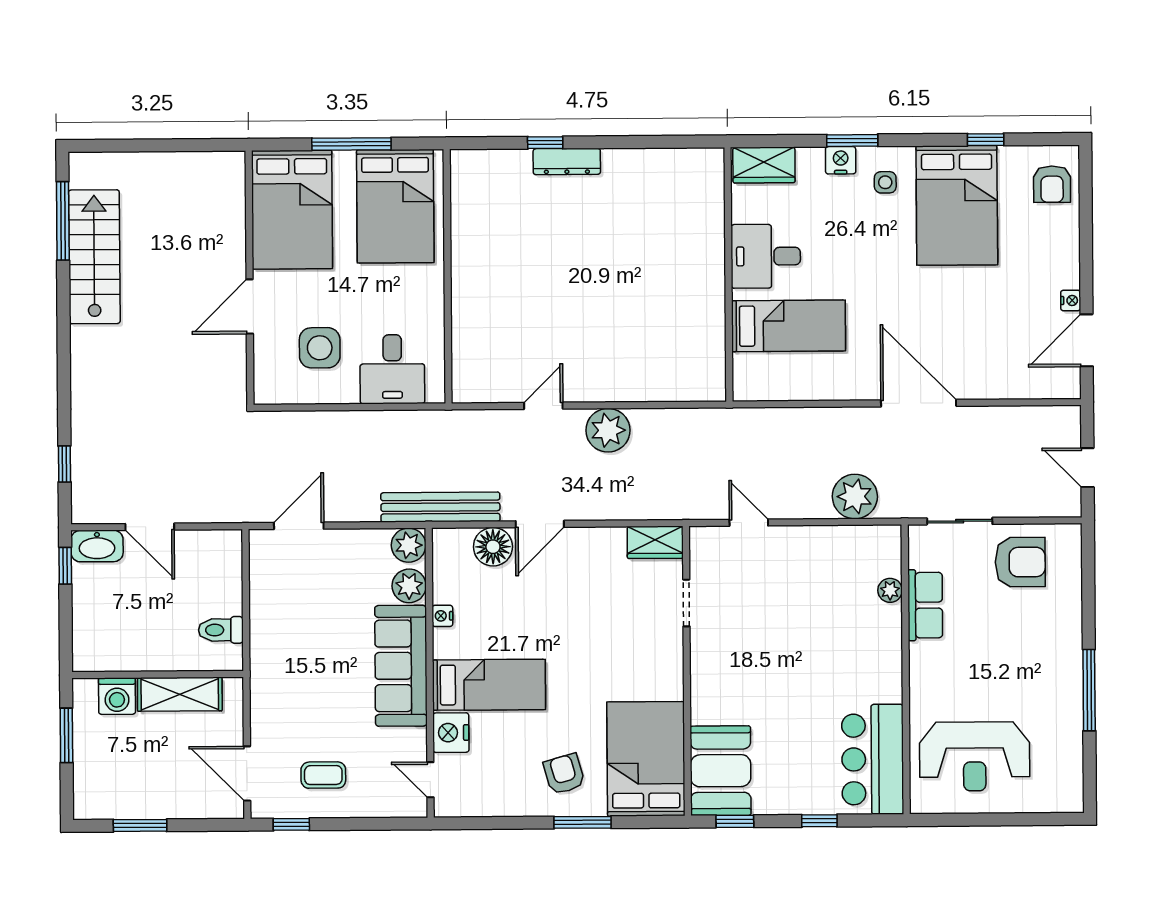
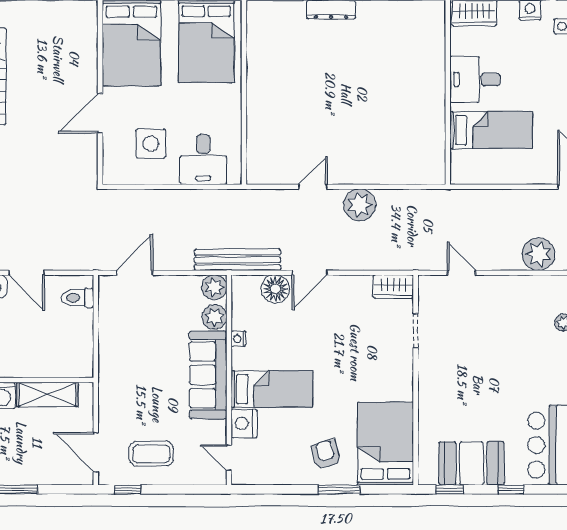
toilet: (221, 630) -> (78, 298), moved
booth: (721, 771) -> (471, 463), moved, turned 90
coffee table: (323, 775) -> (151, 454), width x1.36, depth x1.30

